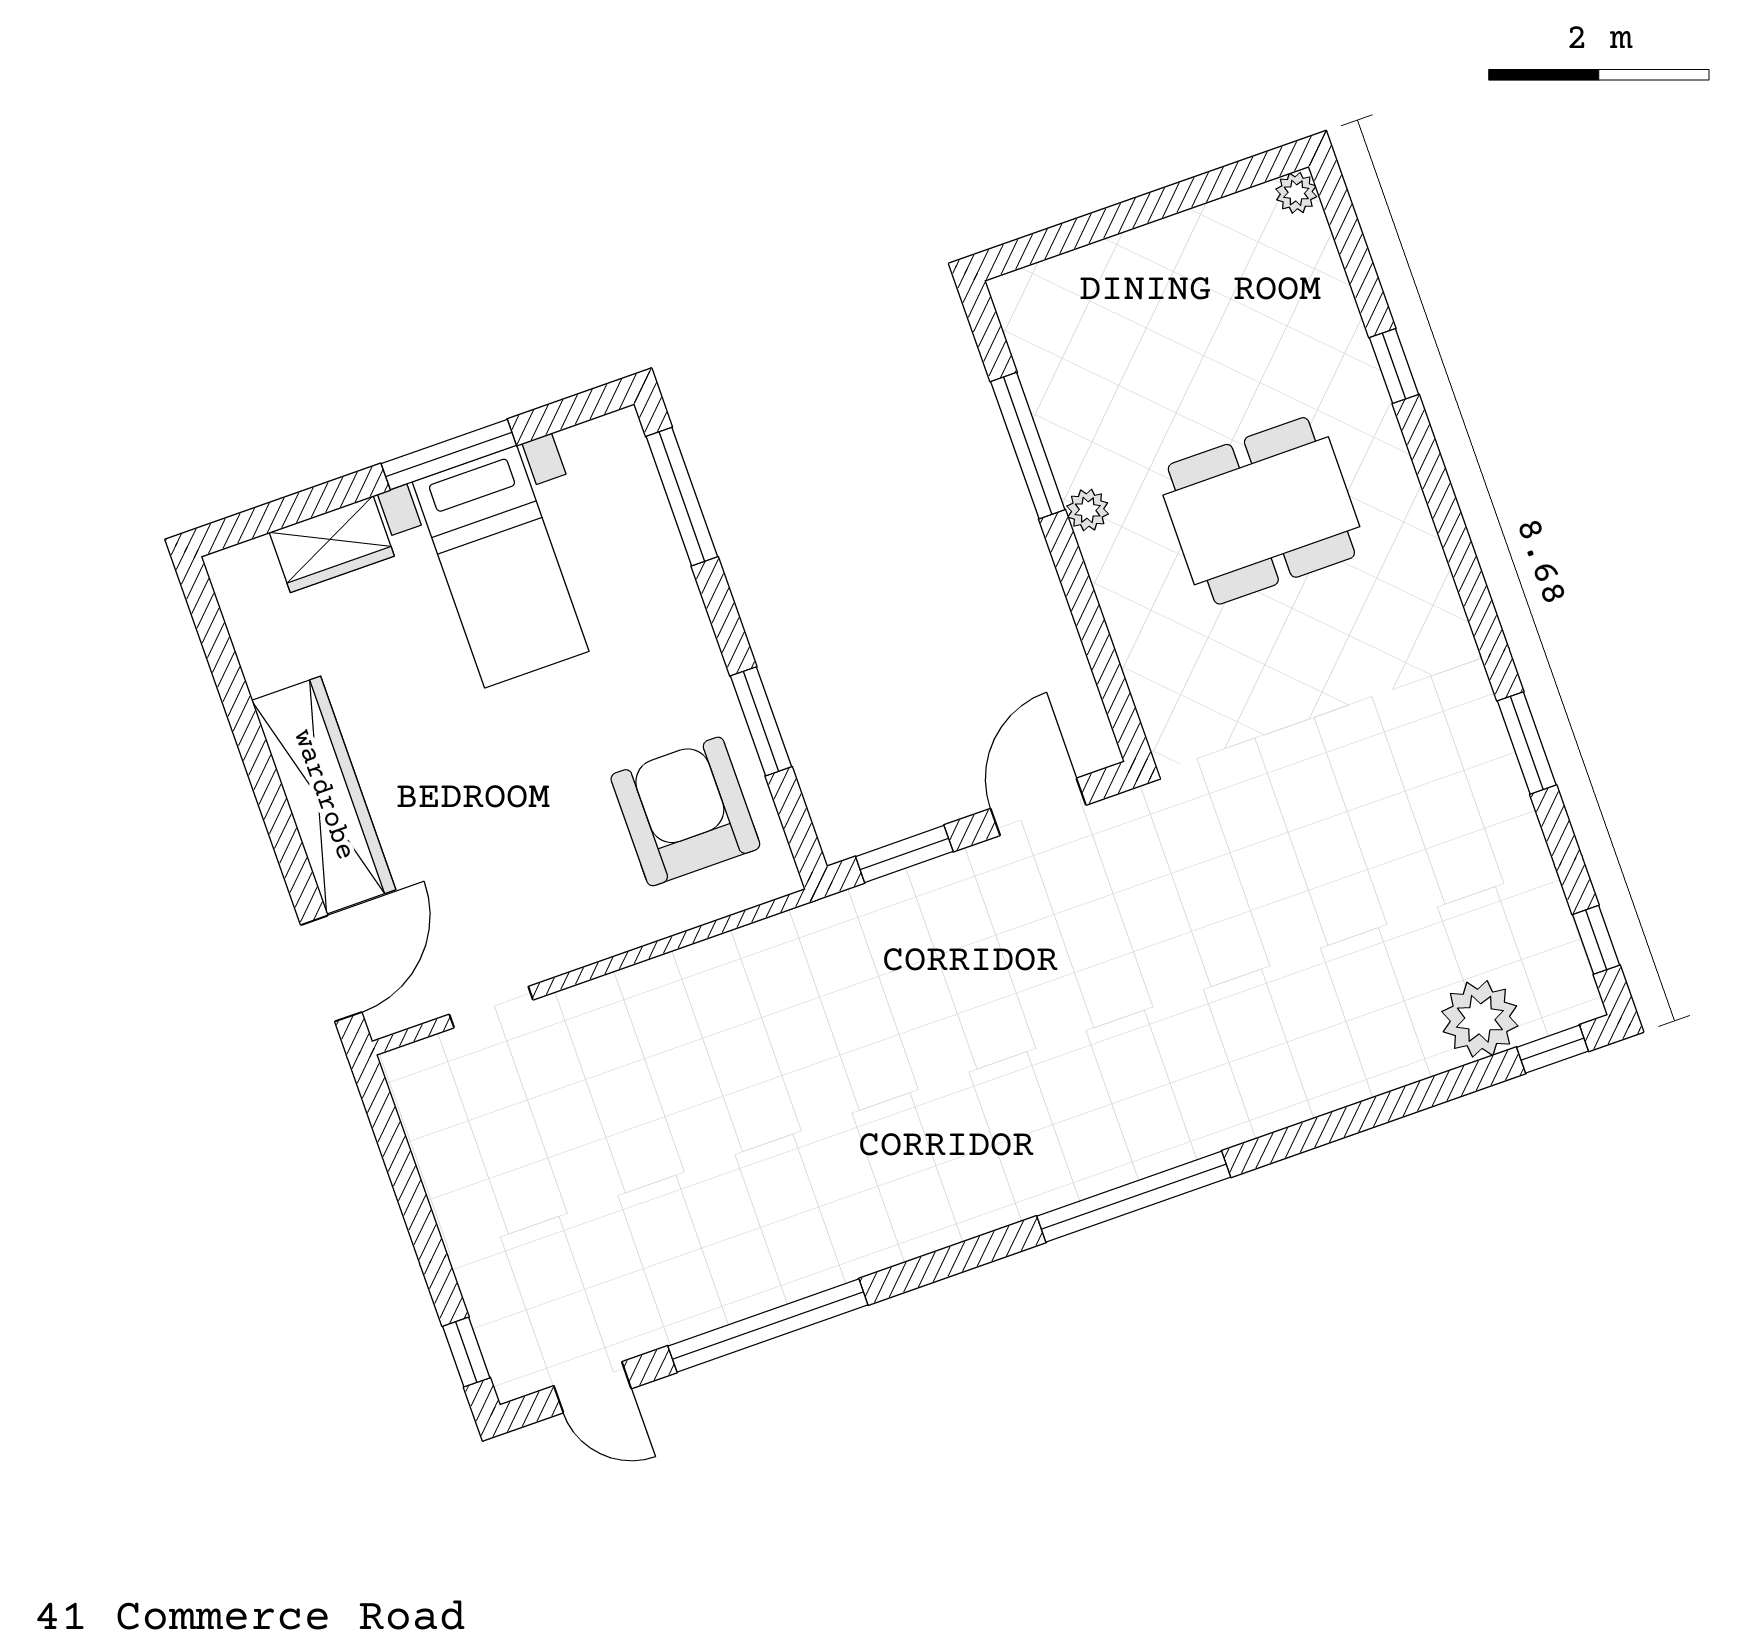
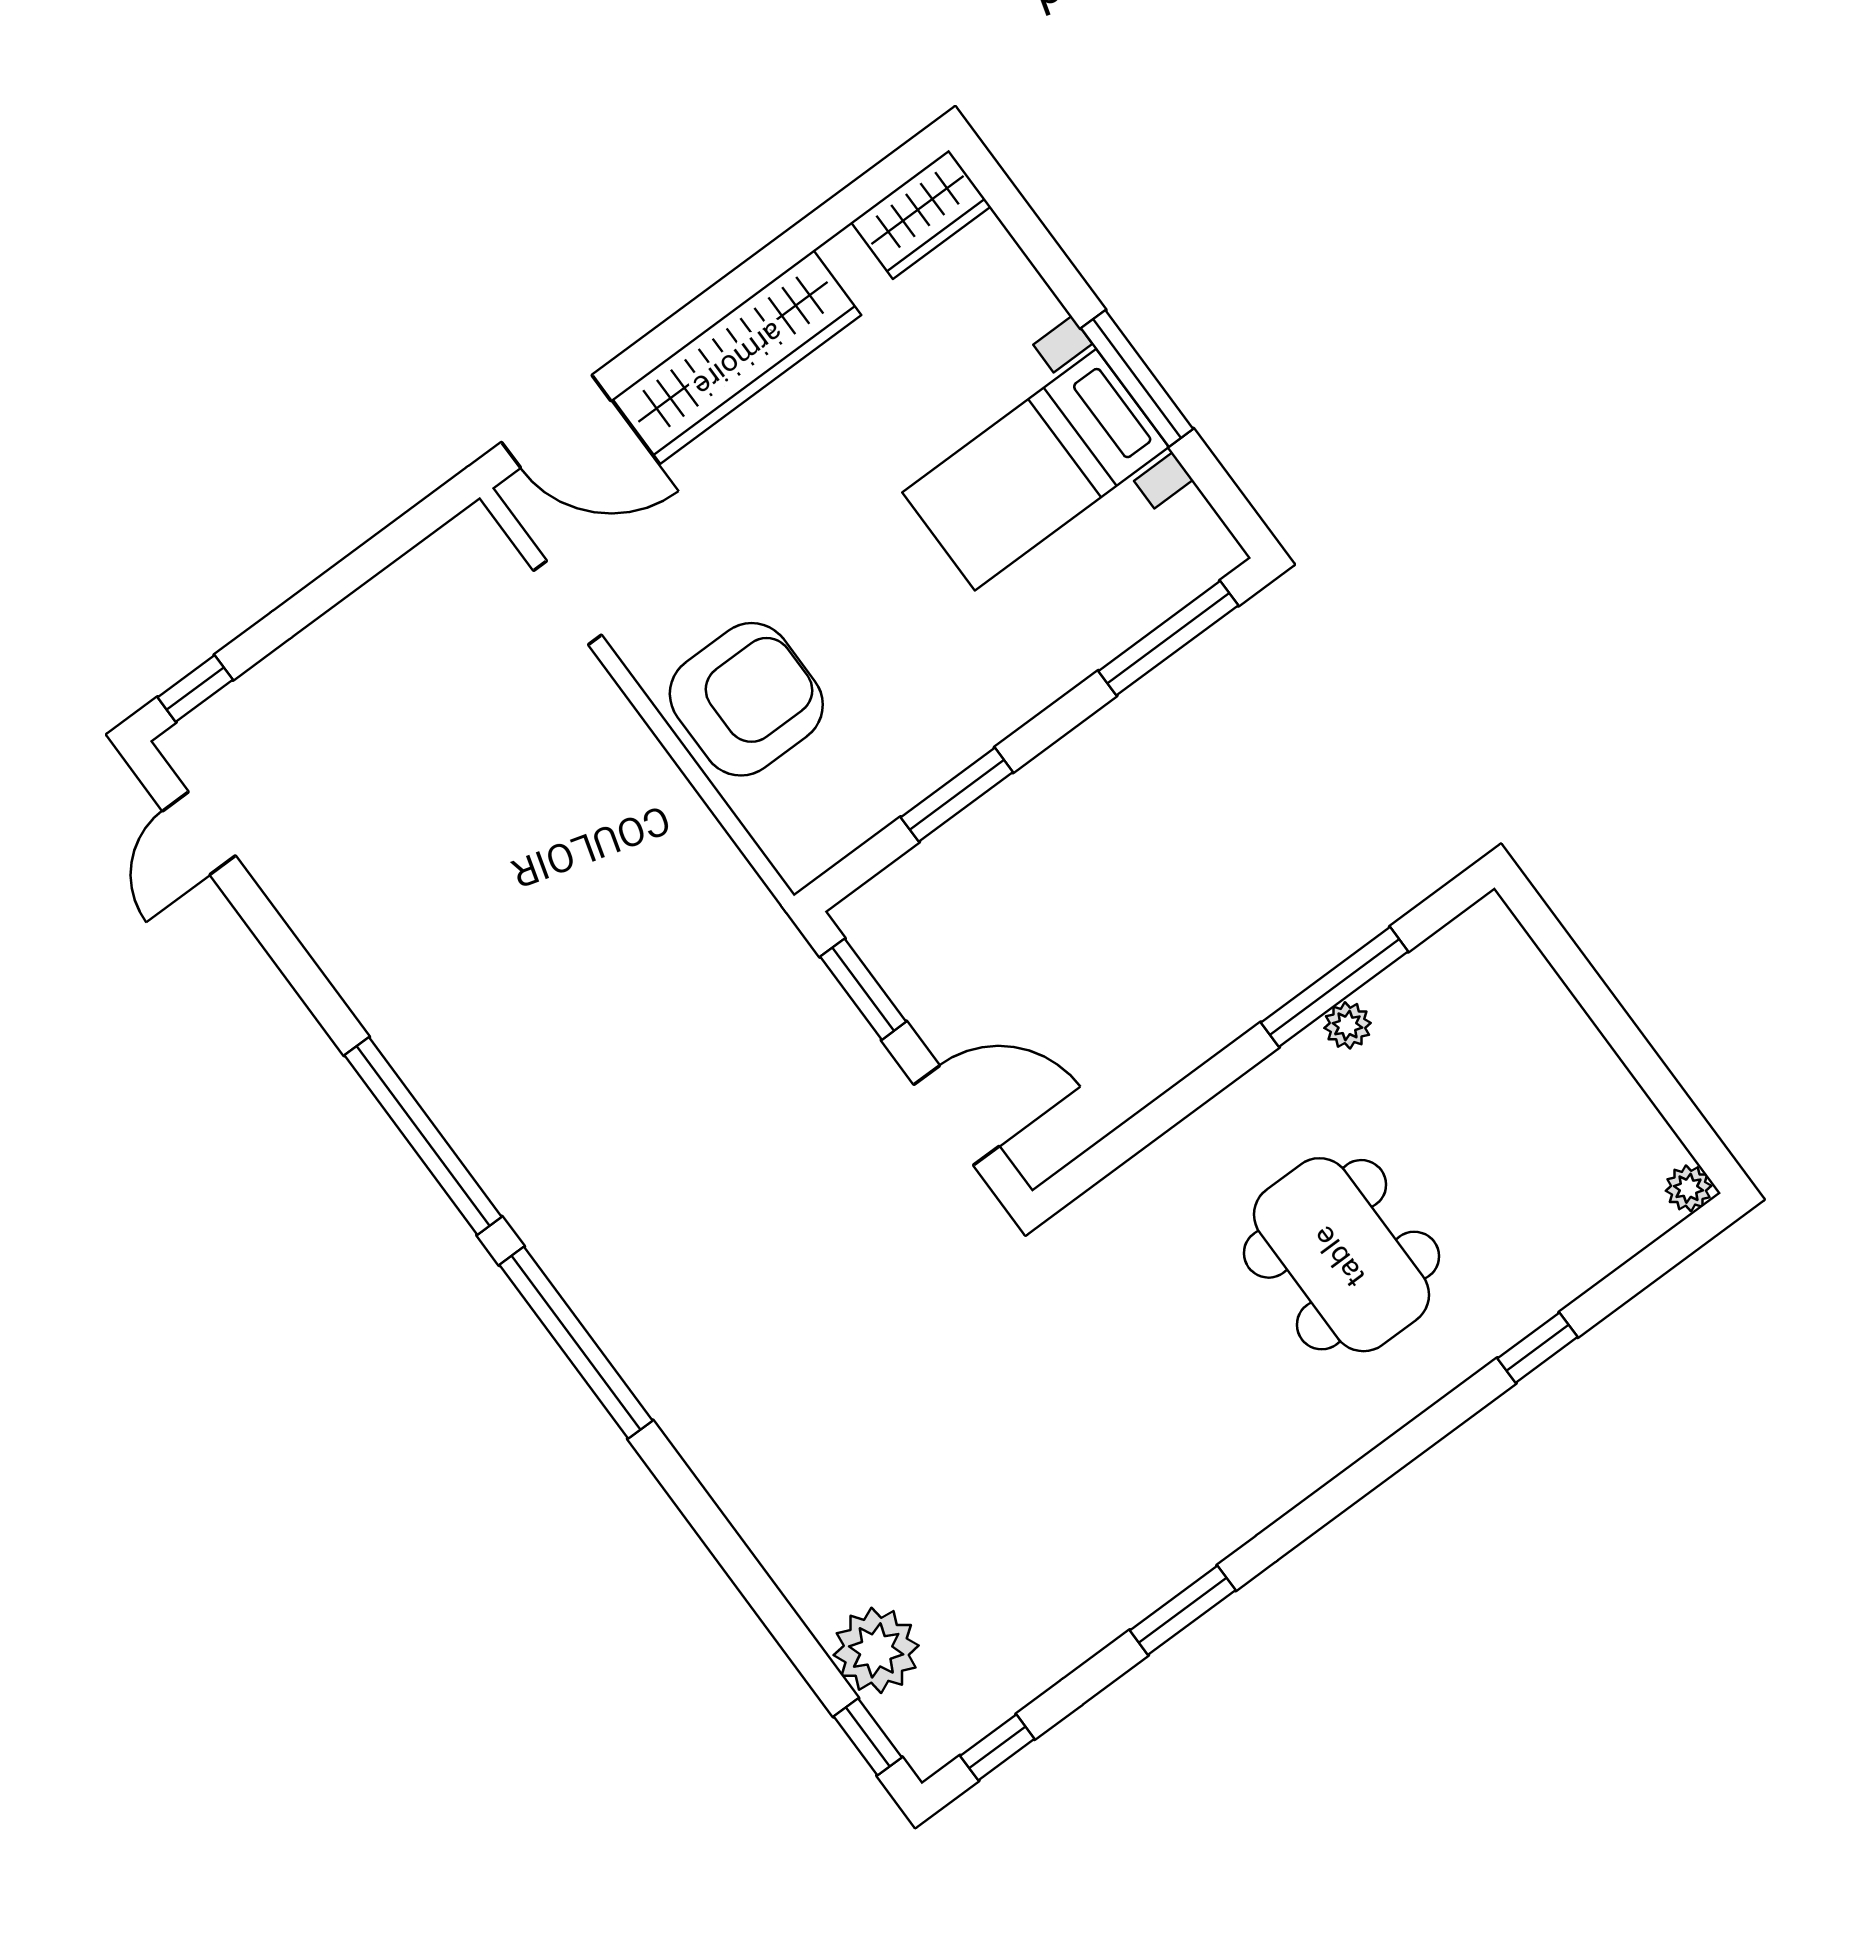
plant: (1088, 510) -> (1347, 1025), moved
wardrobe: (332, 544) -> (921, 214), moved, turned -90
armchair: (685, 811) -> (746, 699), moved
window: (768, 1325) -> (423, 1136), moved

